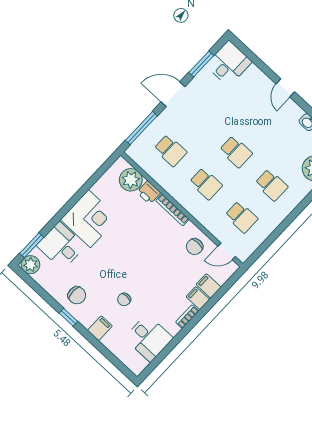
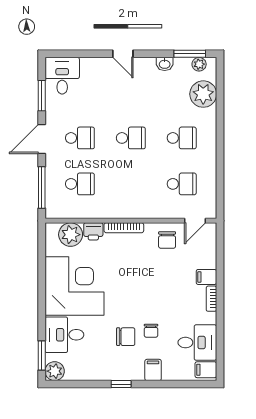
school desk: (206, 184) -> (80, 138), moved
corner desk: (89, 219) -> (74, 286), width x1.36, depth x1.36
filing cabinet: (209, 286) -> (206, 370), moved
chair: (77, 295) -> (126, 337), moved

